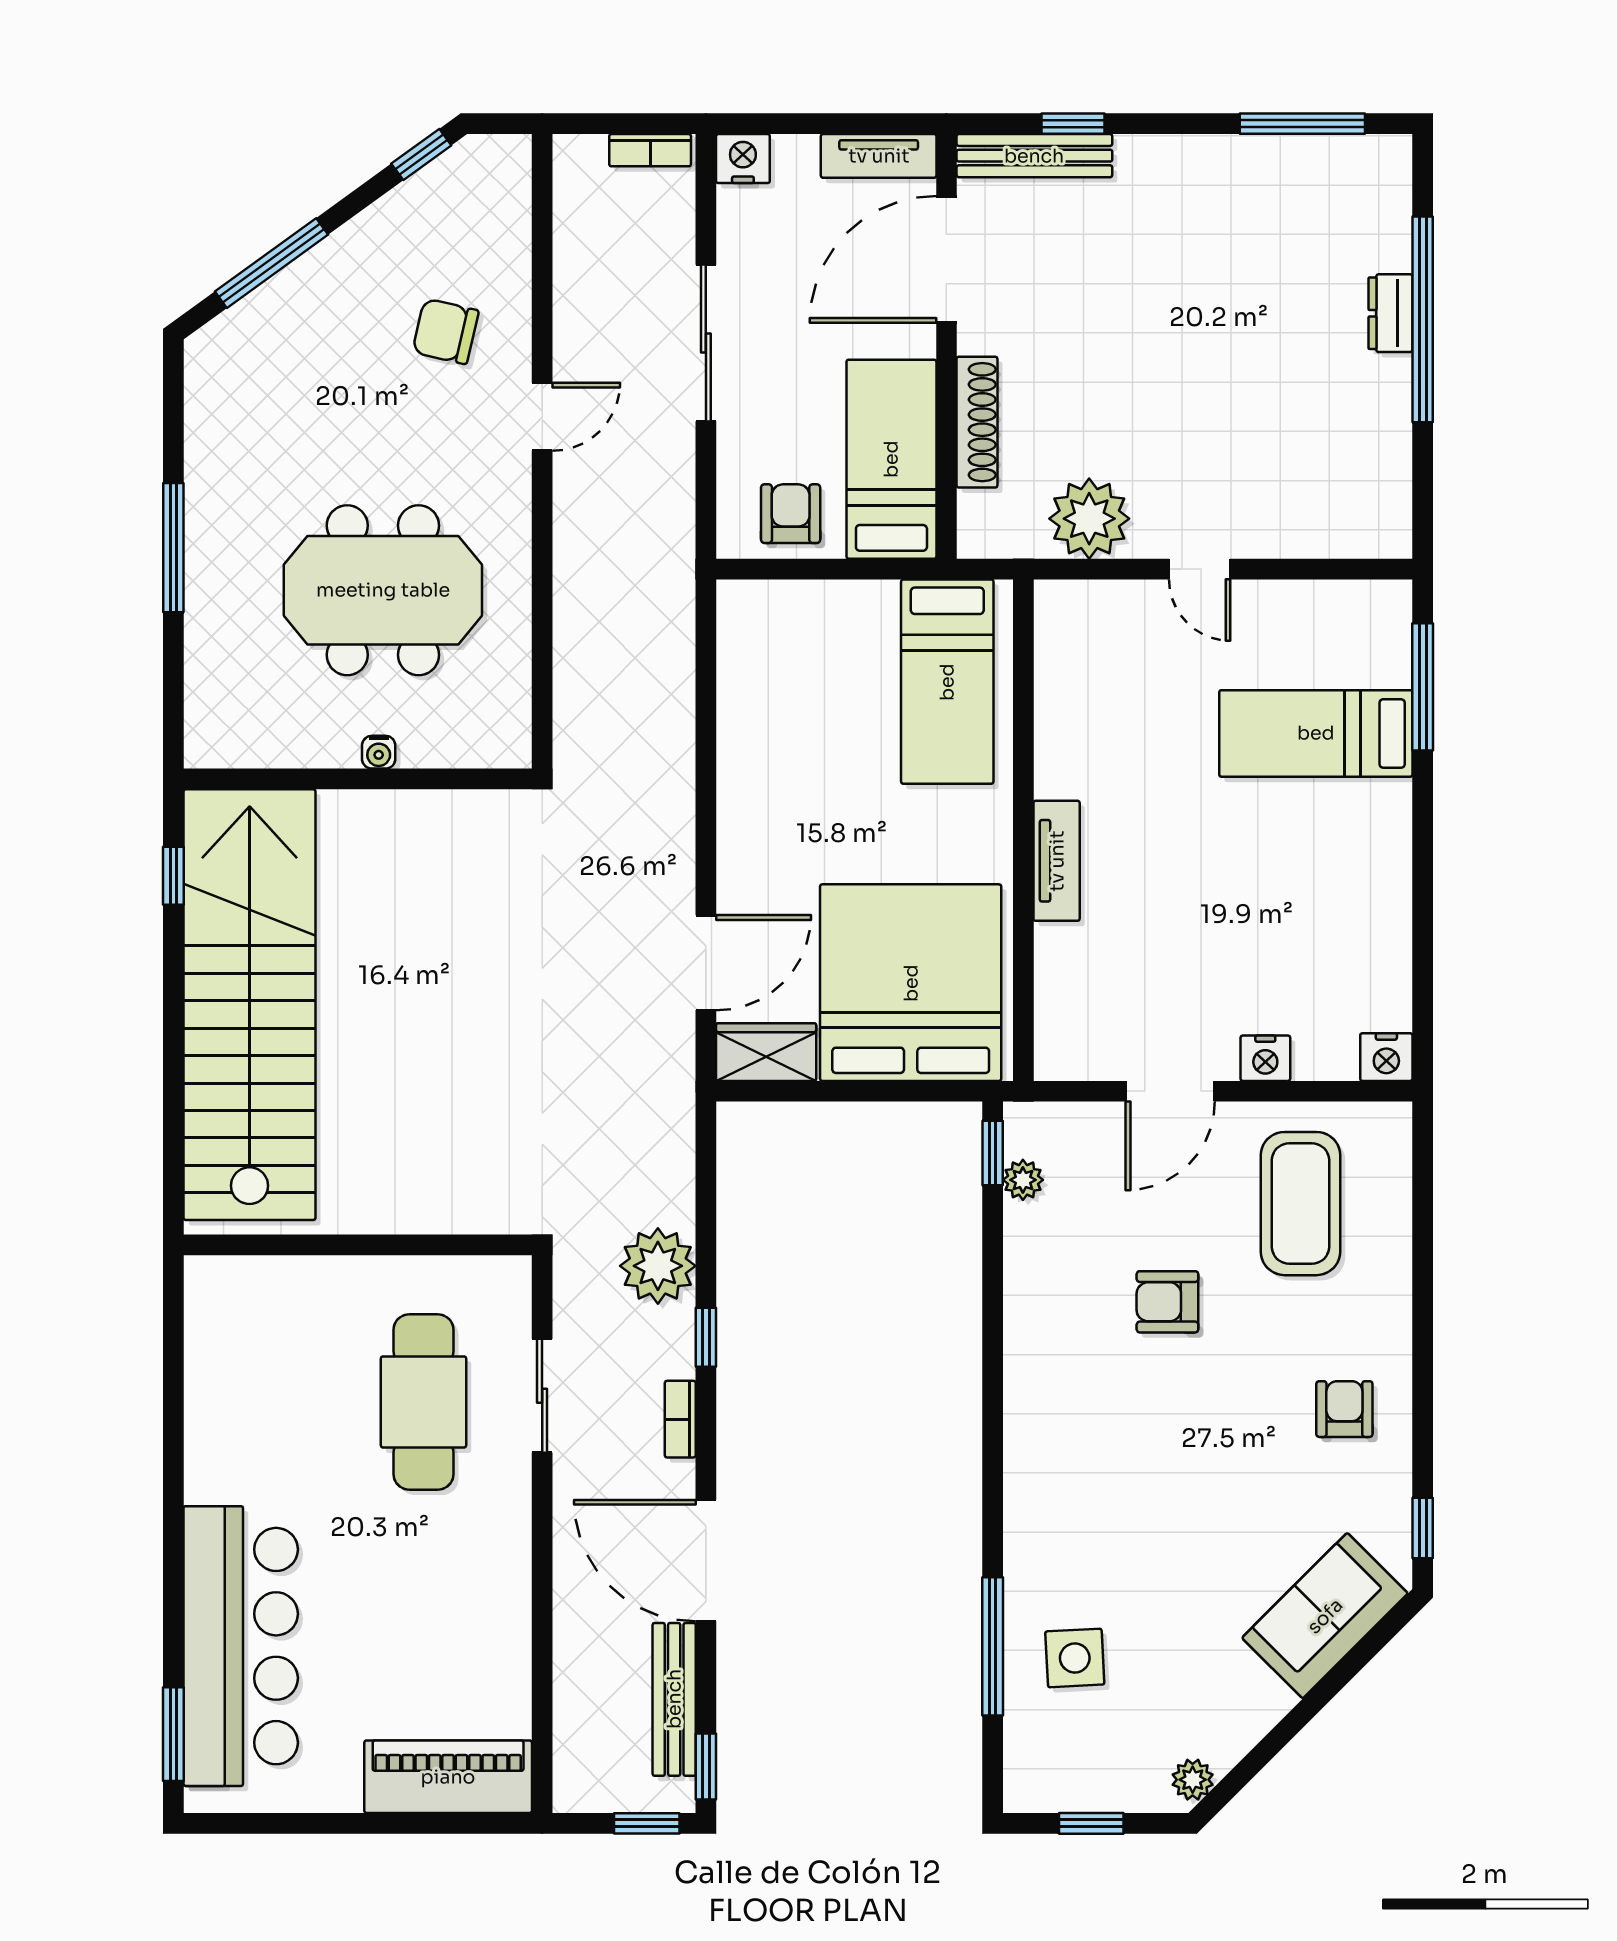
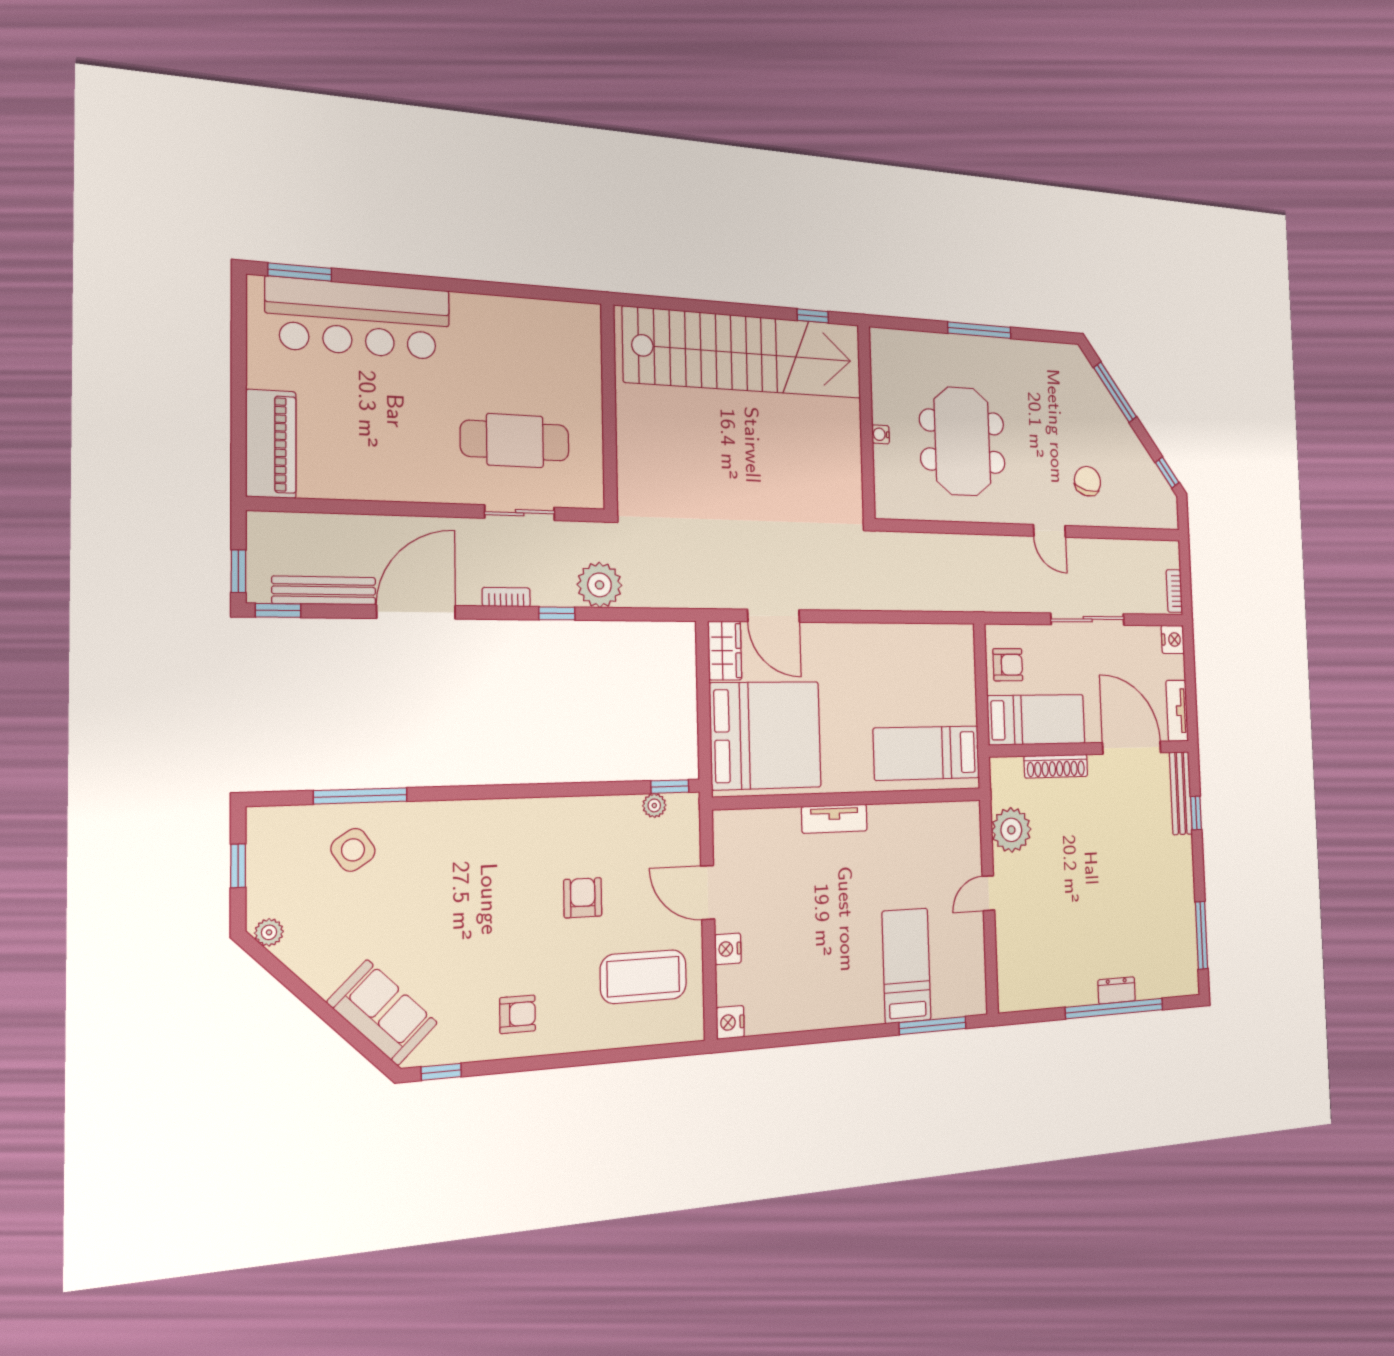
side table: (1075, 1658) -> (353, 850), turned -31

